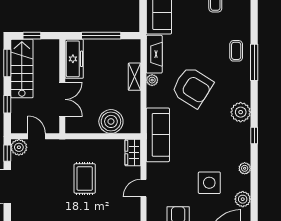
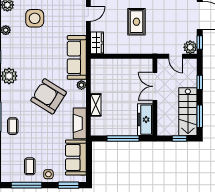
plant: (152, 80) -> (81, 85), moved
boiler: (111, 121) -> (115, 68), removed

